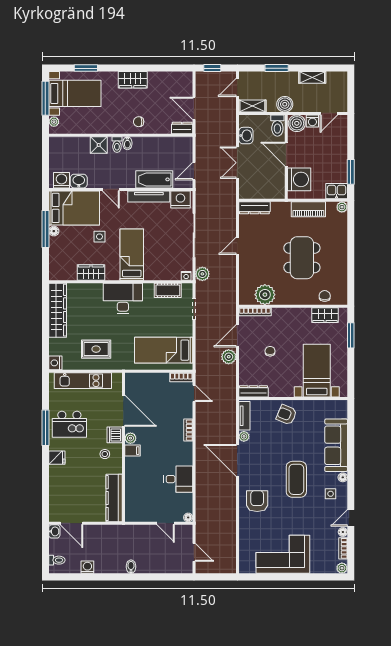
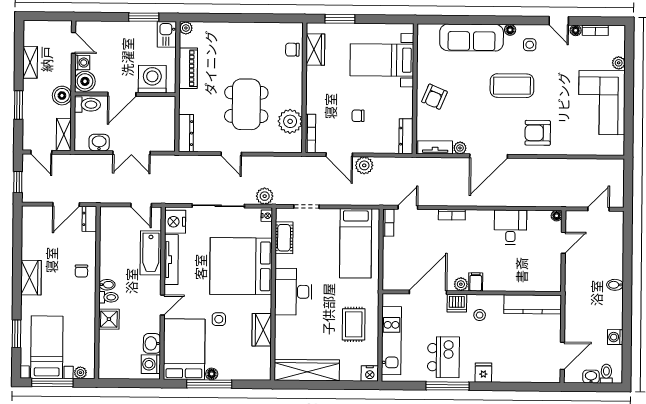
bed: (132, 255) -> (241, 266), width x2.04
dining table: (302, 258) -> (246, 104), moved, turned 90
washbasin: (54, 531) -> (591, 377), moved
plant: (342, 568) -> (619, 63), moved

